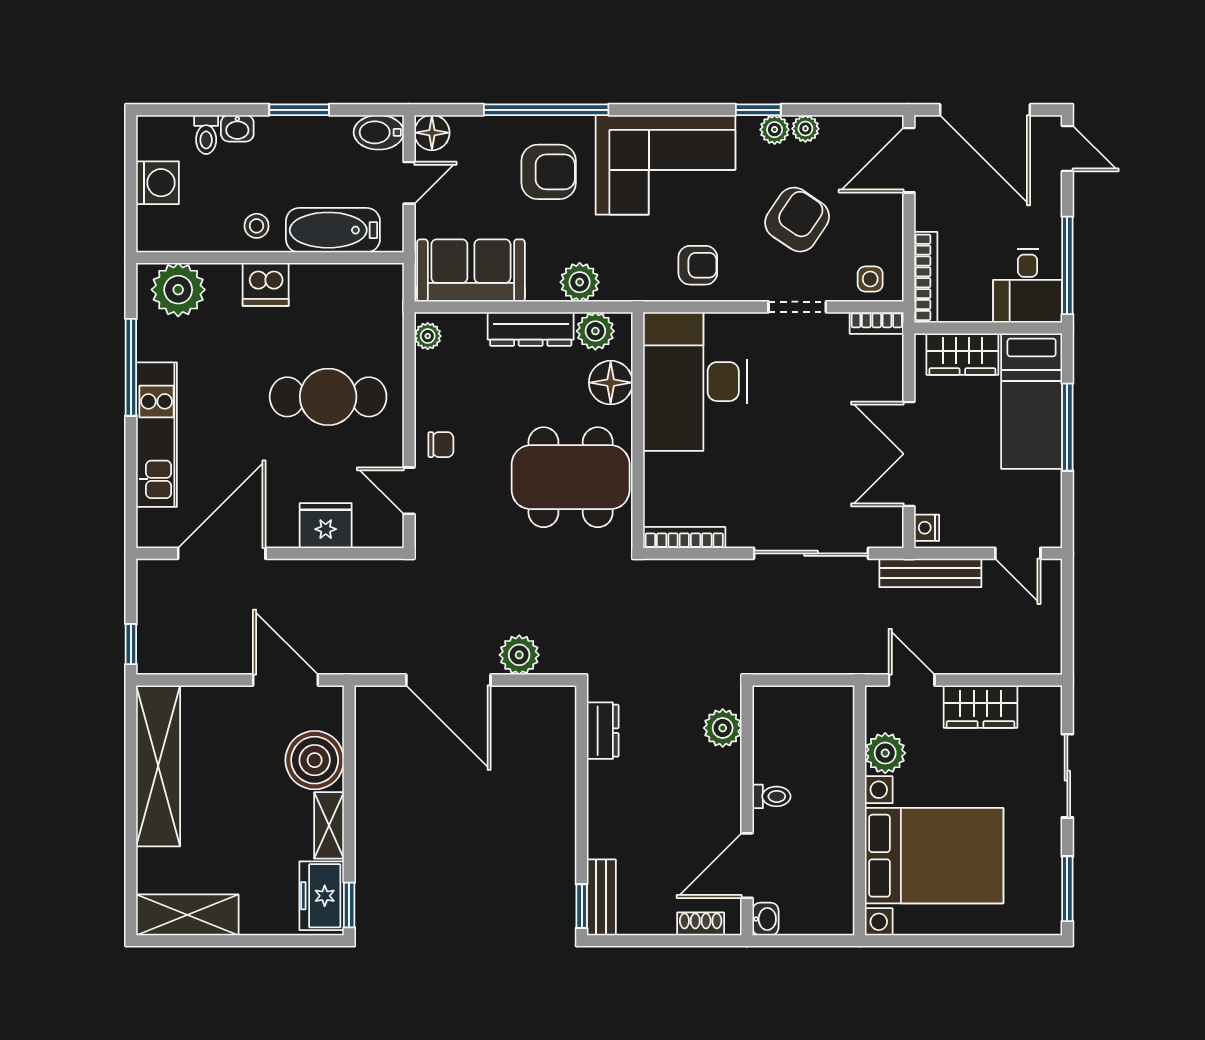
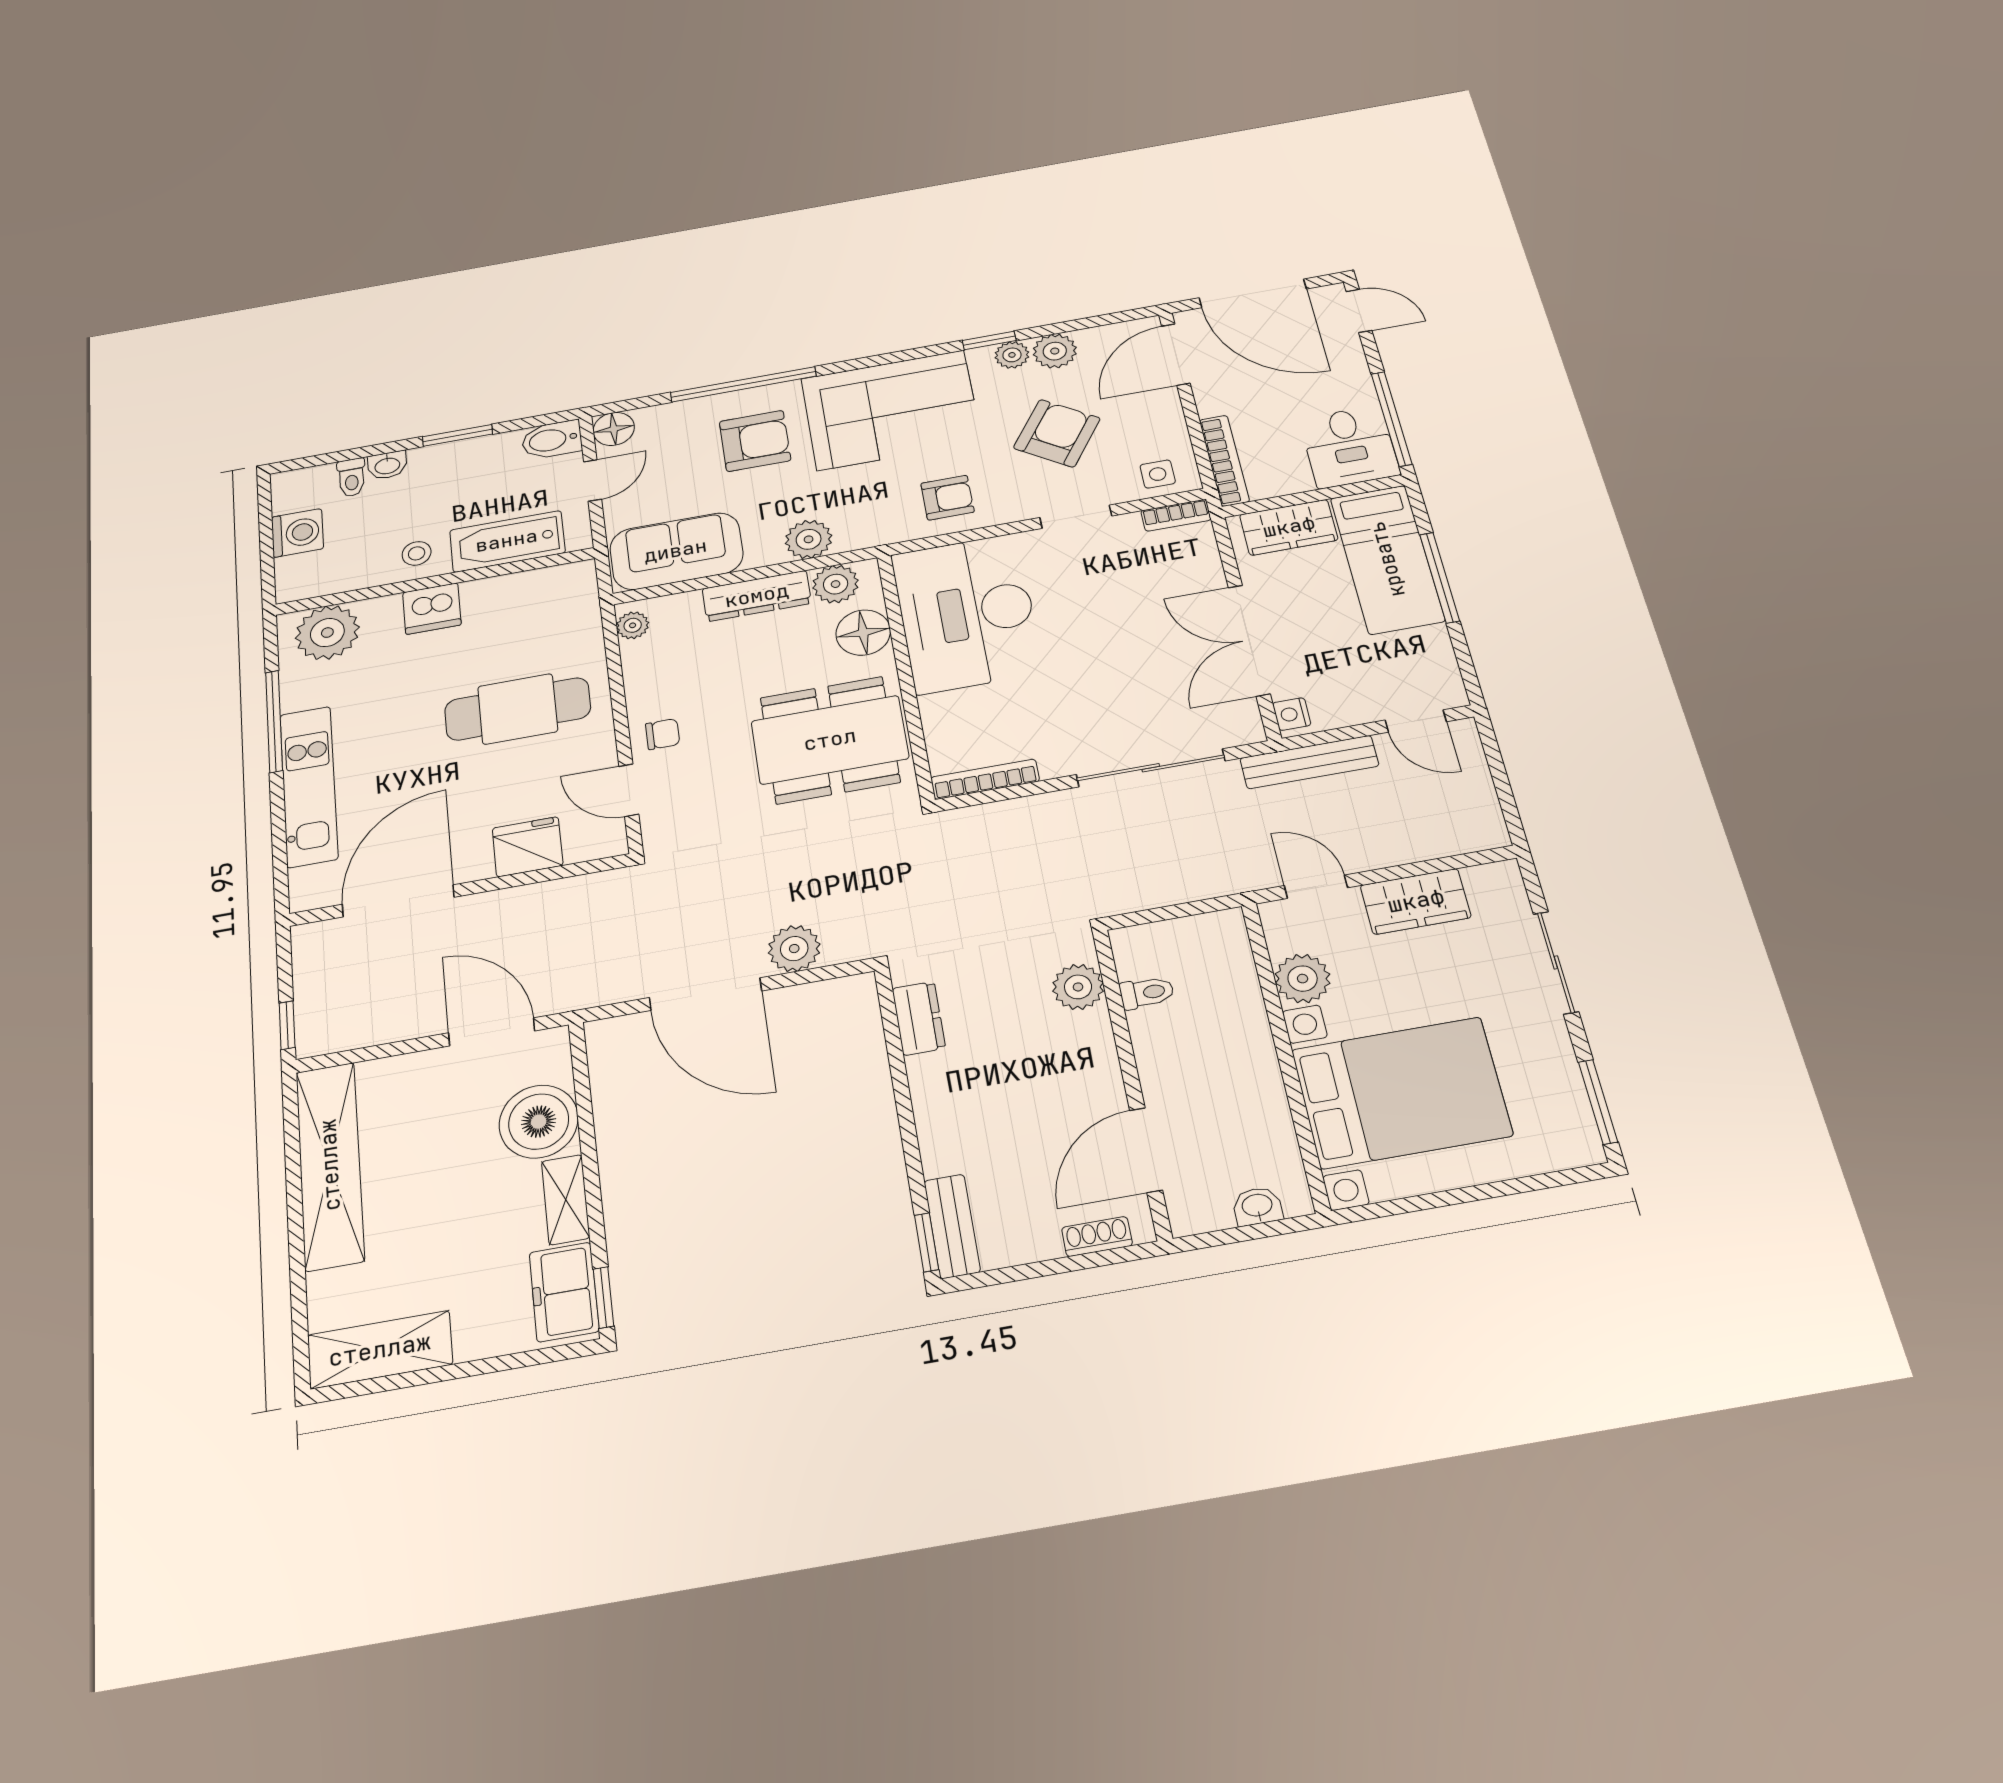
plant: (805, 129) -> (1055, 351), width x1.38, depth x1.38
toilet: (771, 796) -> (1147, 993), moved
washbasin: (765, 919) -> (1257, 1206), moved, turned -90

